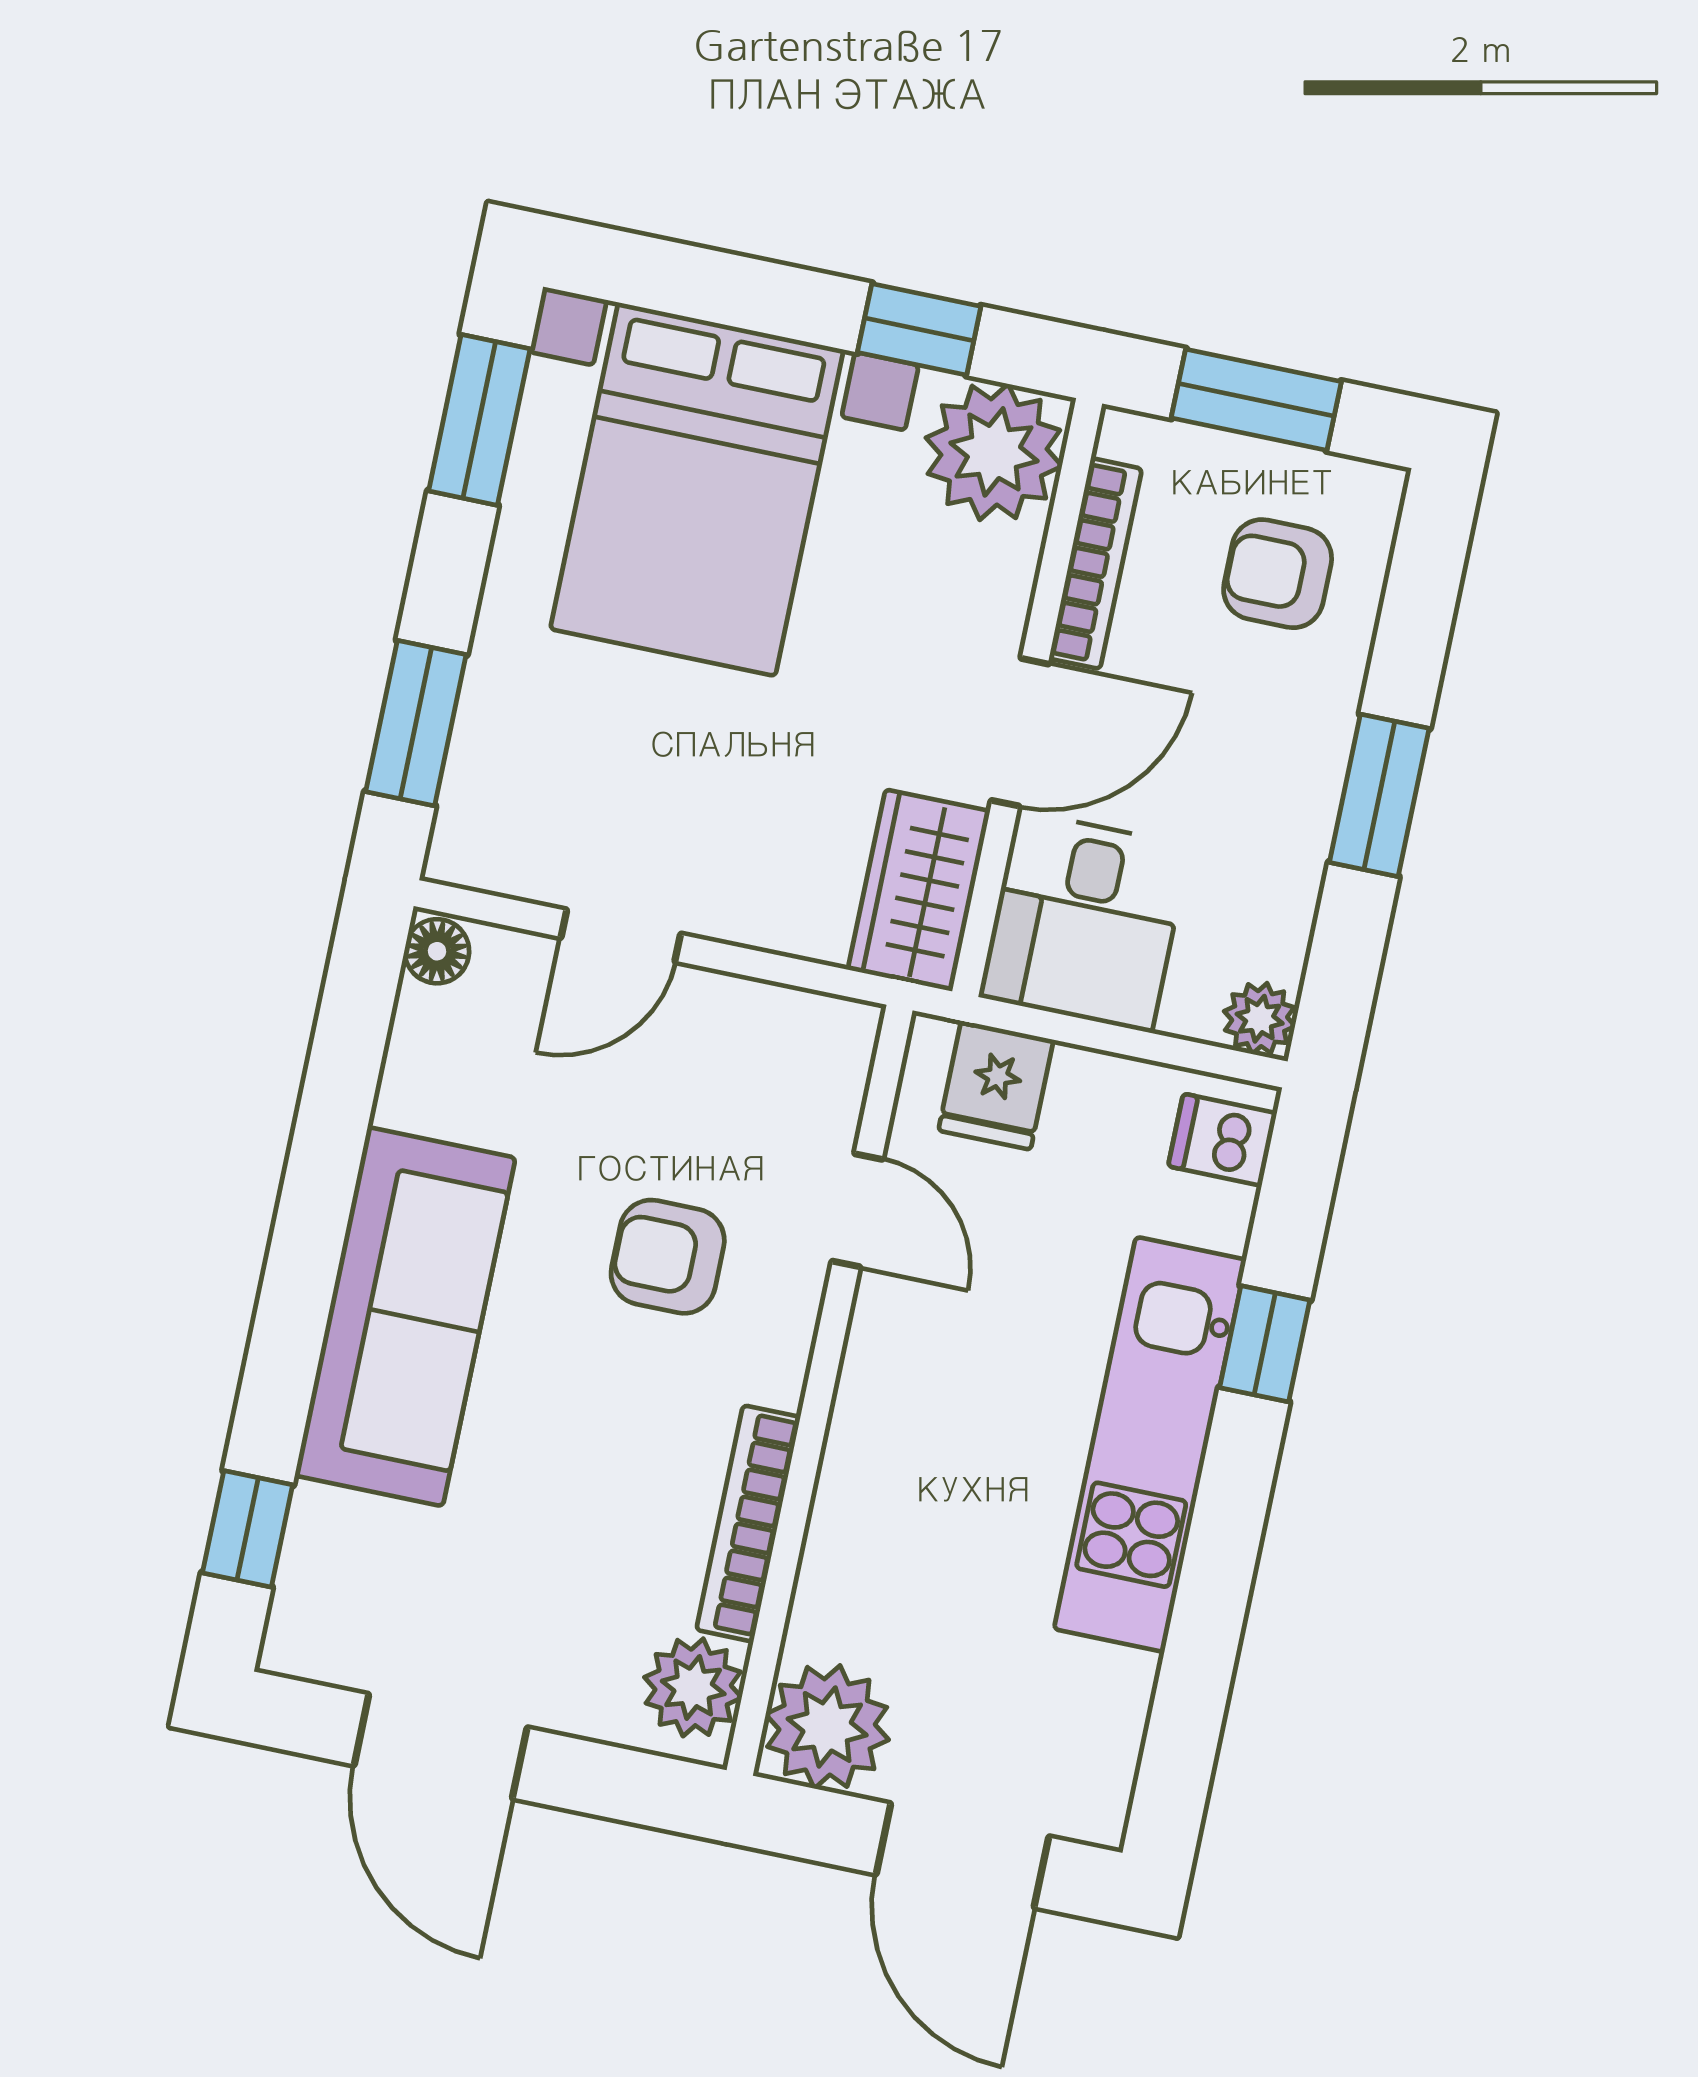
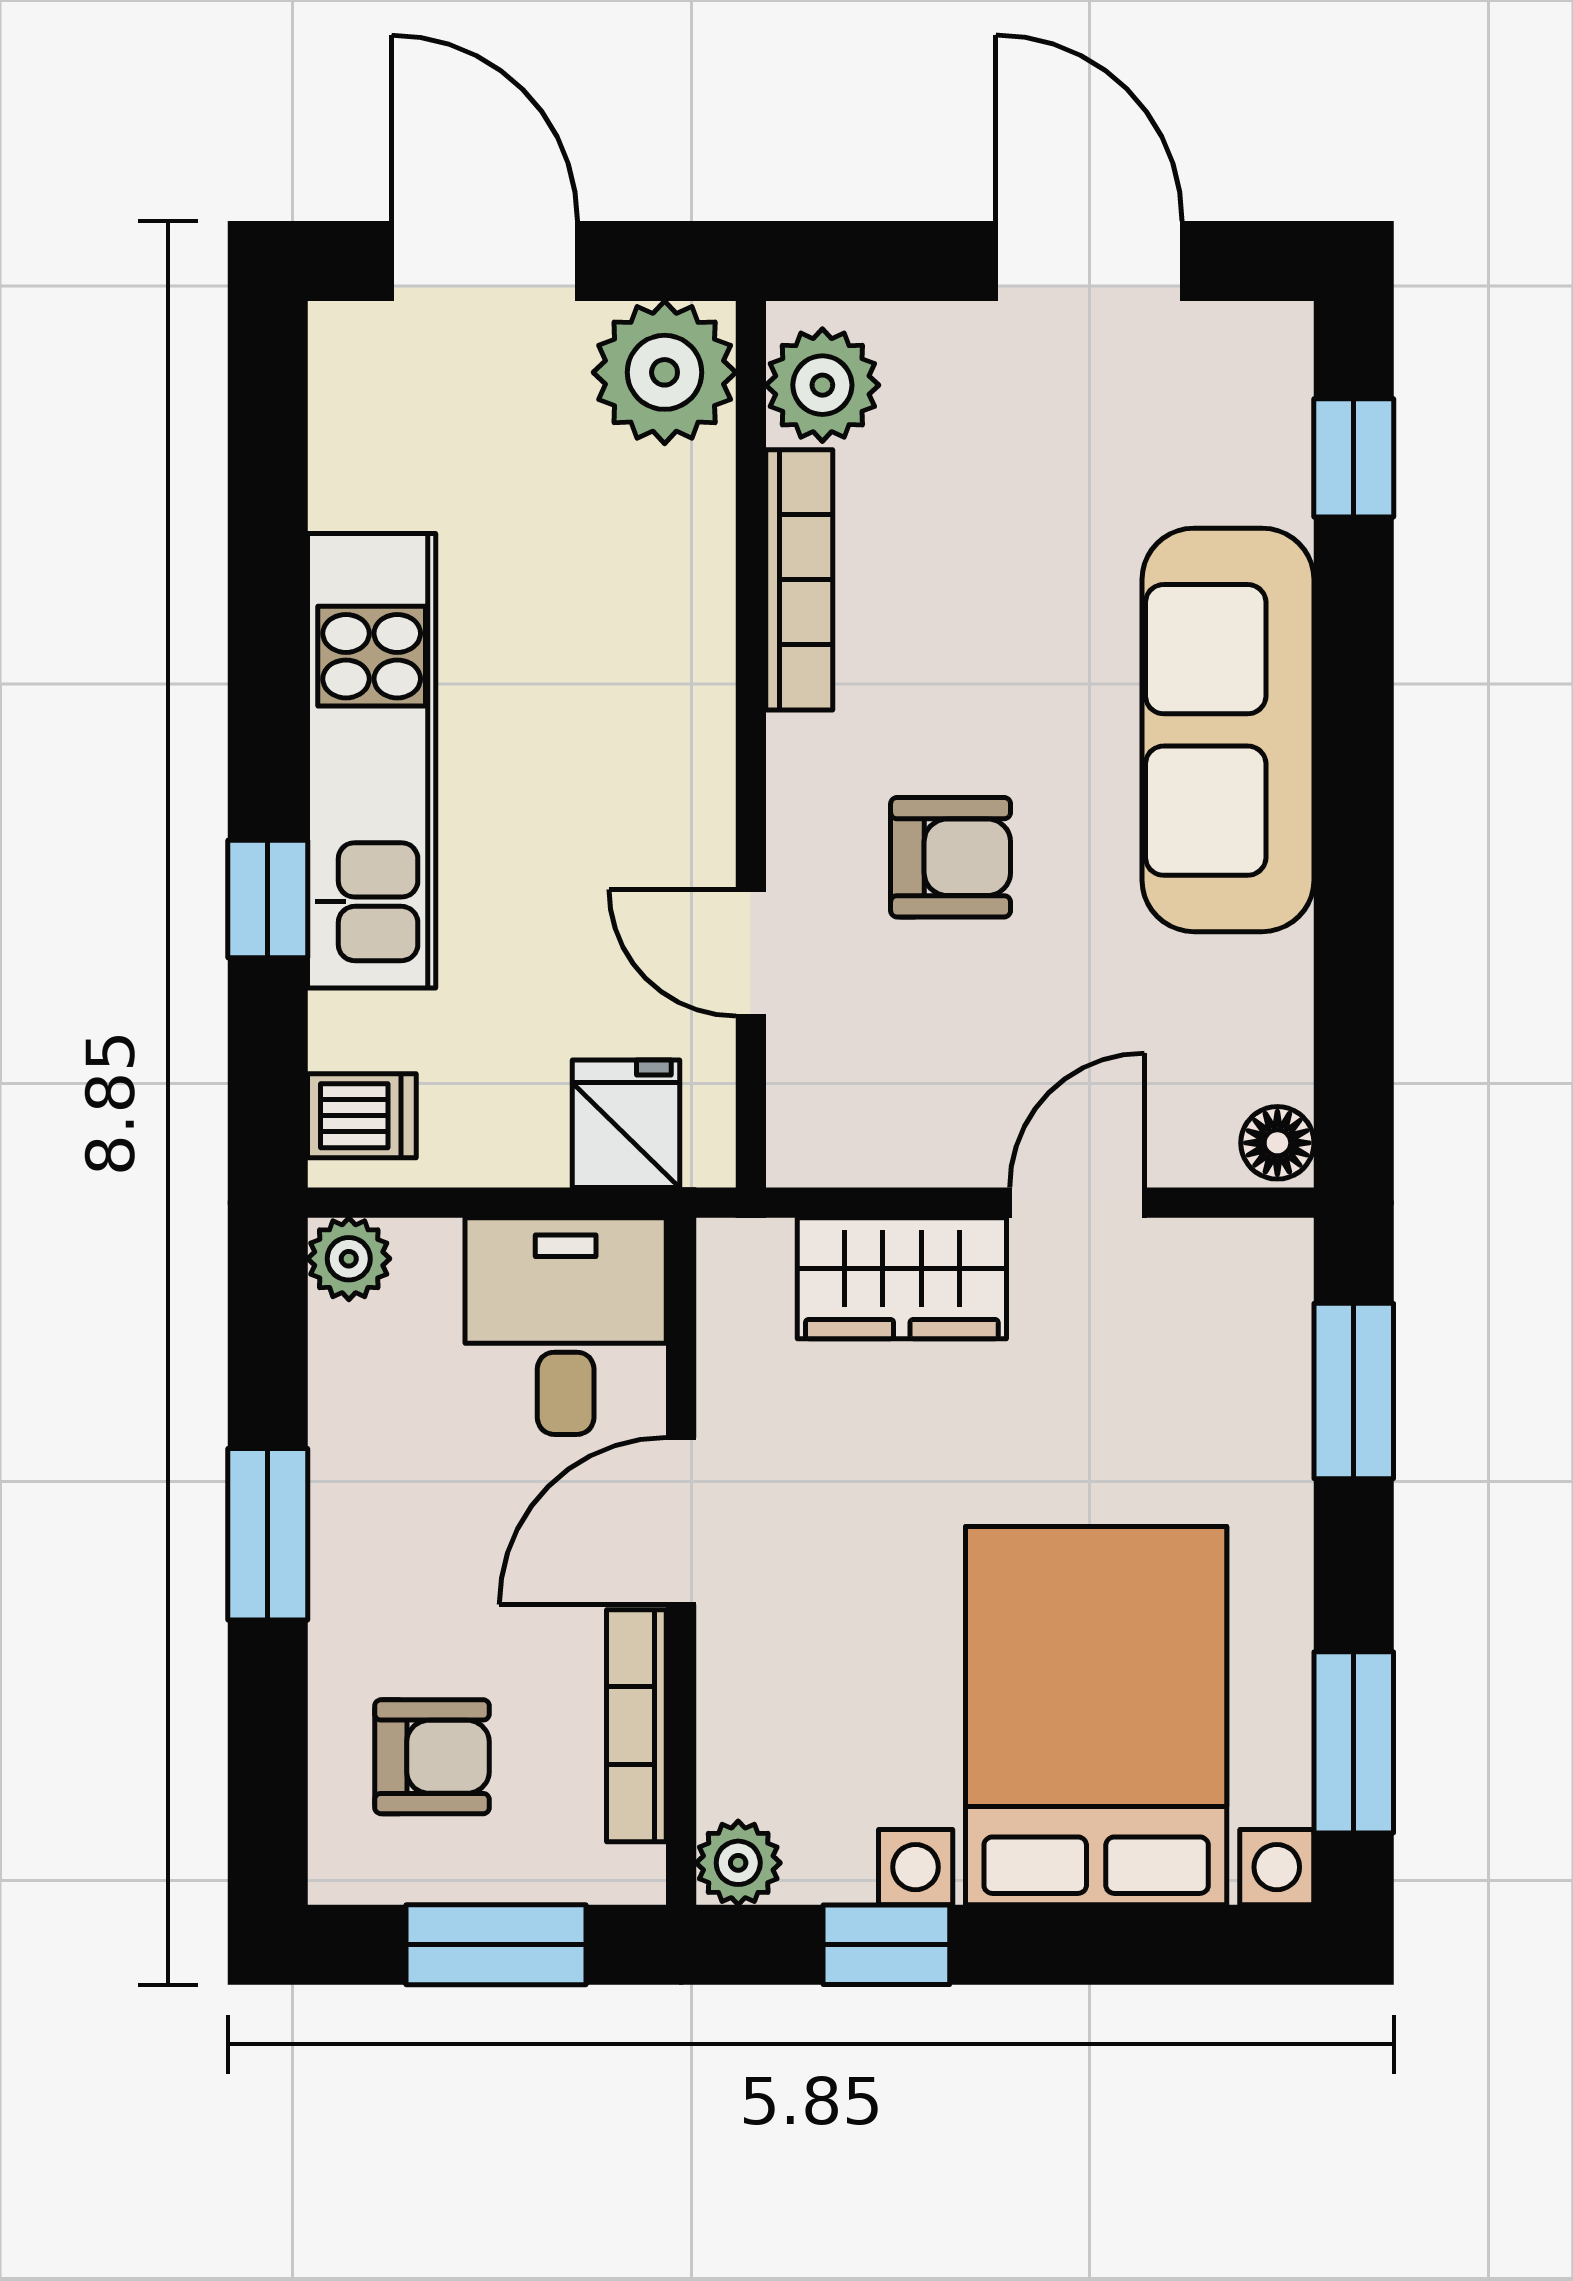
plant: (994, 452) -> (738, 1863), width x0.53, depth x0.53
wardrobe: (919, 890) -> (902, 1278), moved, turned 90

